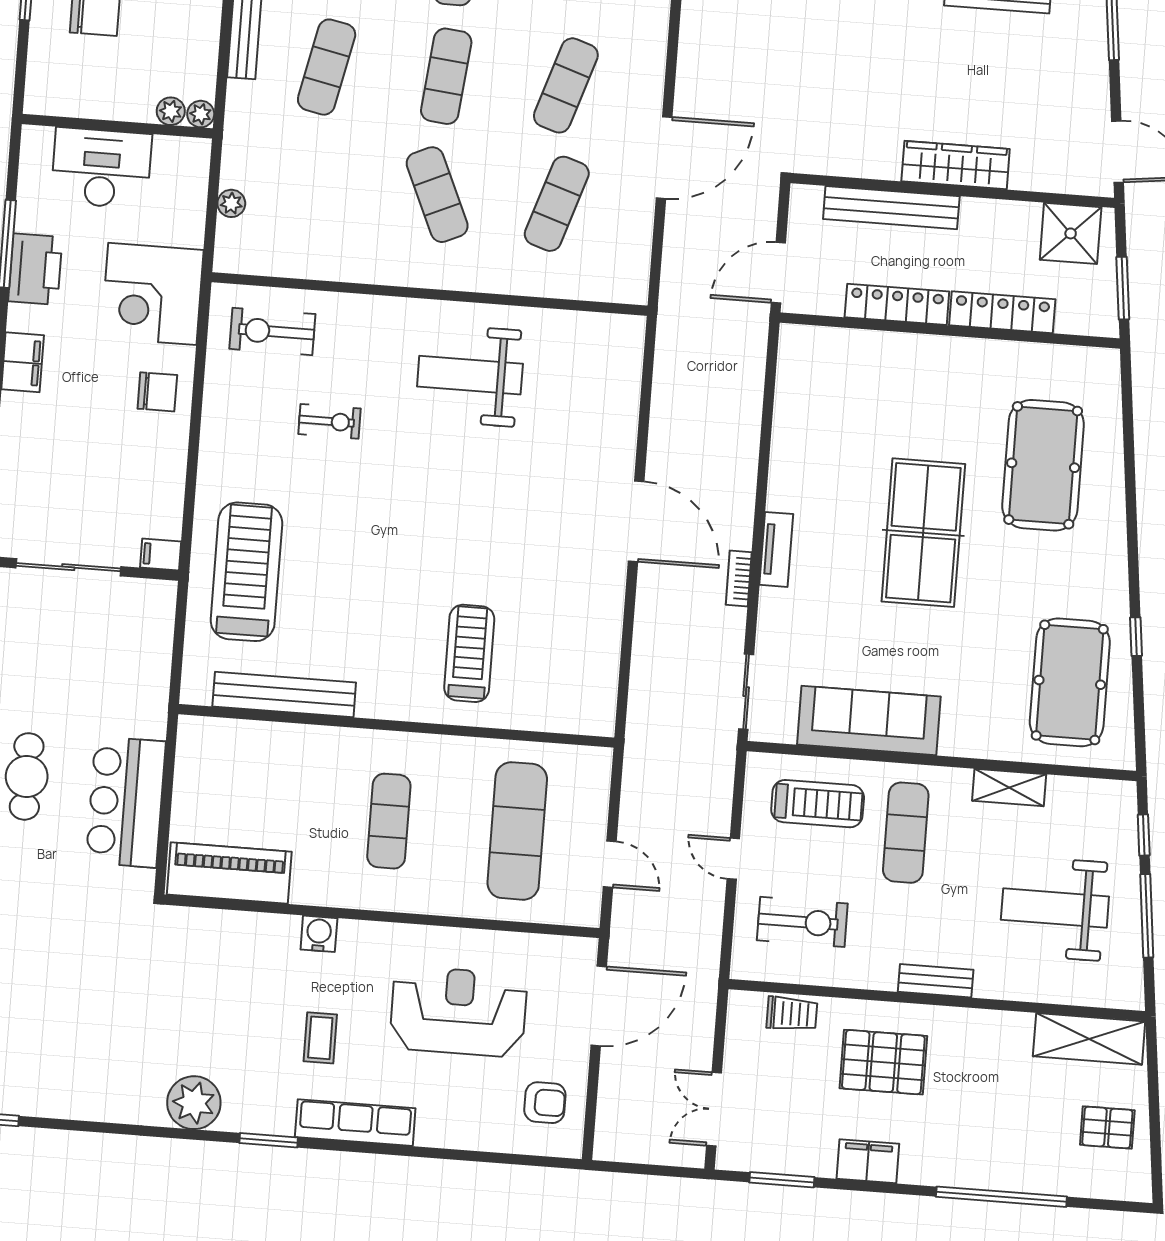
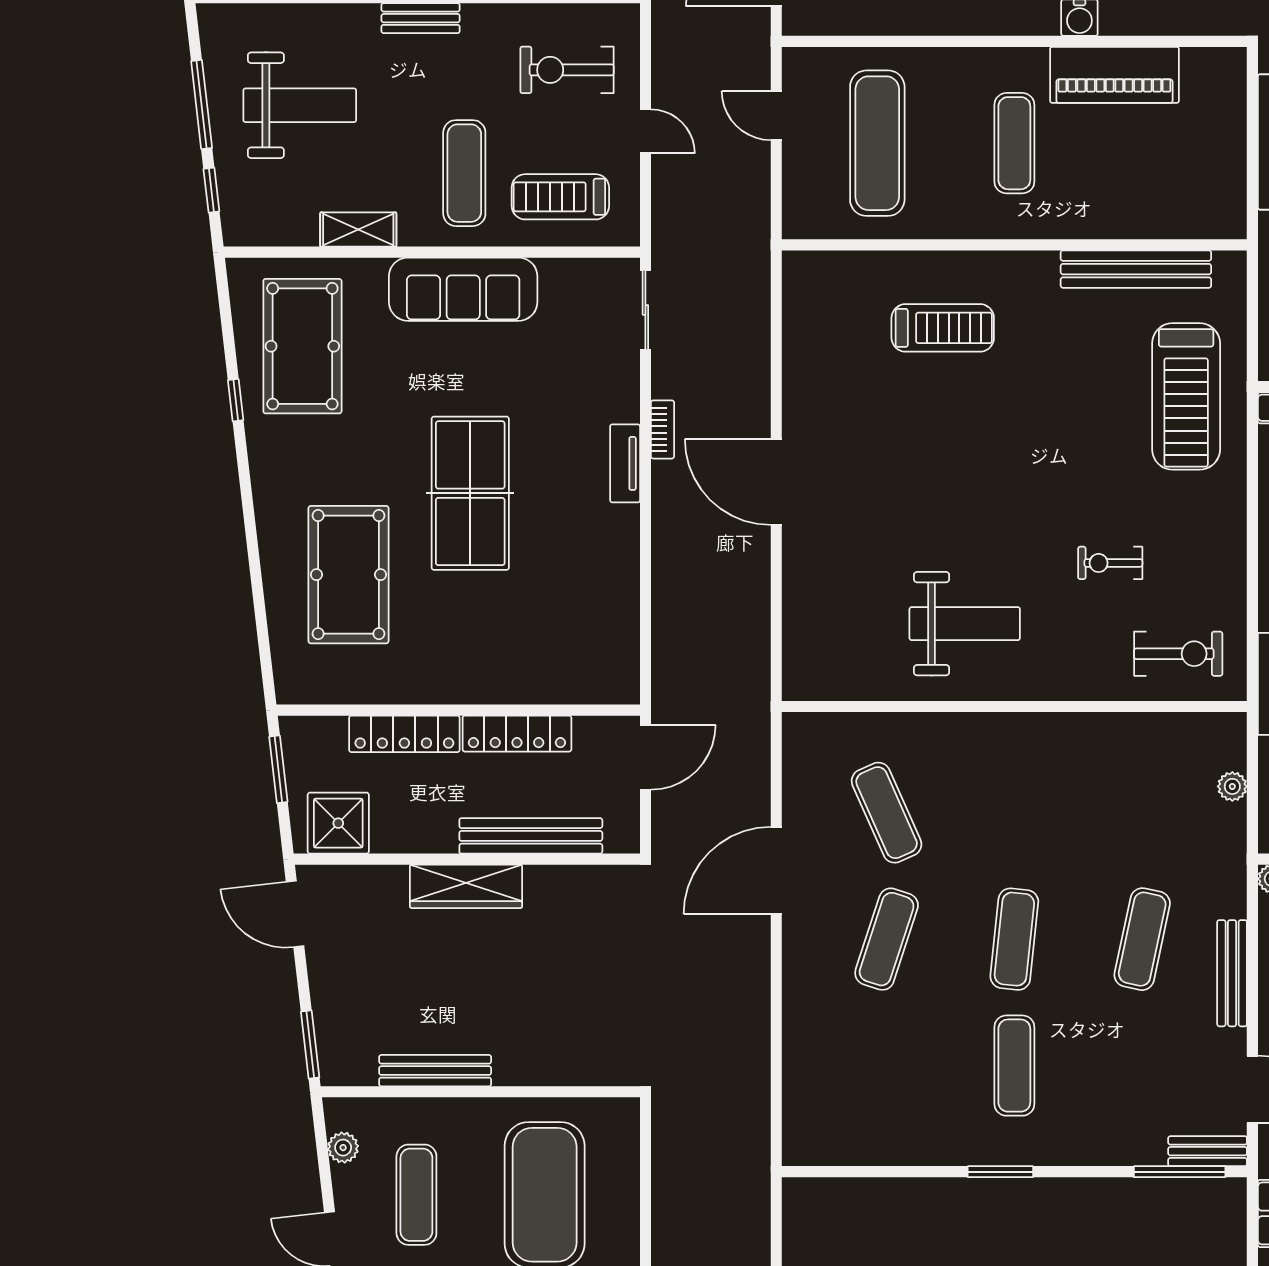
exercise mat: (437, 195) -> (1014, 813), removed
exercise mat: (557, 204) -> (887, 813), turned -42
treadmill: (469, 653) -> (943, 328), turned -90
sofa: (869, 721) -> (463, 289), moved
piano: (229, 873) -> (1114, 75), moved

